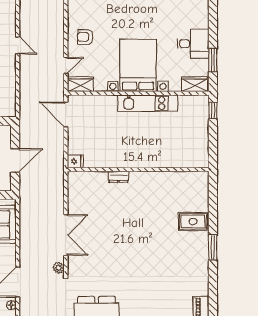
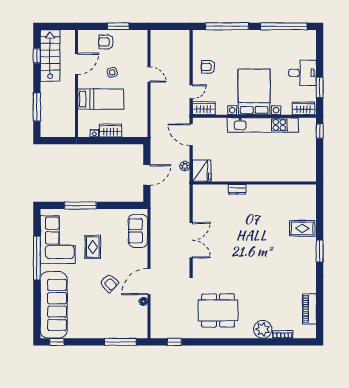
kitchen unit: (148, 103) -> (263, 125), width x1.36
fridge: (75, 161) -> (202, 171), width x1.88, depth x1.34
plant: (59, 268) -> (185, 166), moved

